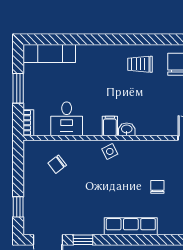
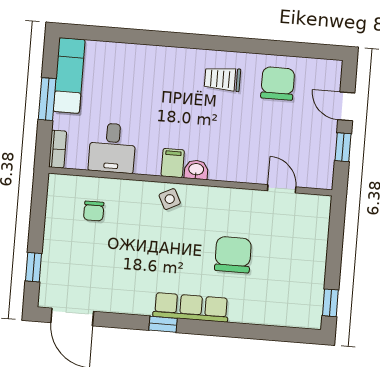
exam couch: (49, 53) -> (69, 75), moved, turned -90
chair: (57, 164) -> (94, 211), turned -53
chair: (157, 187) -> (233, 255), width x1.87, depth x1.87
window: (83, 240) -> (163, 324), moved

